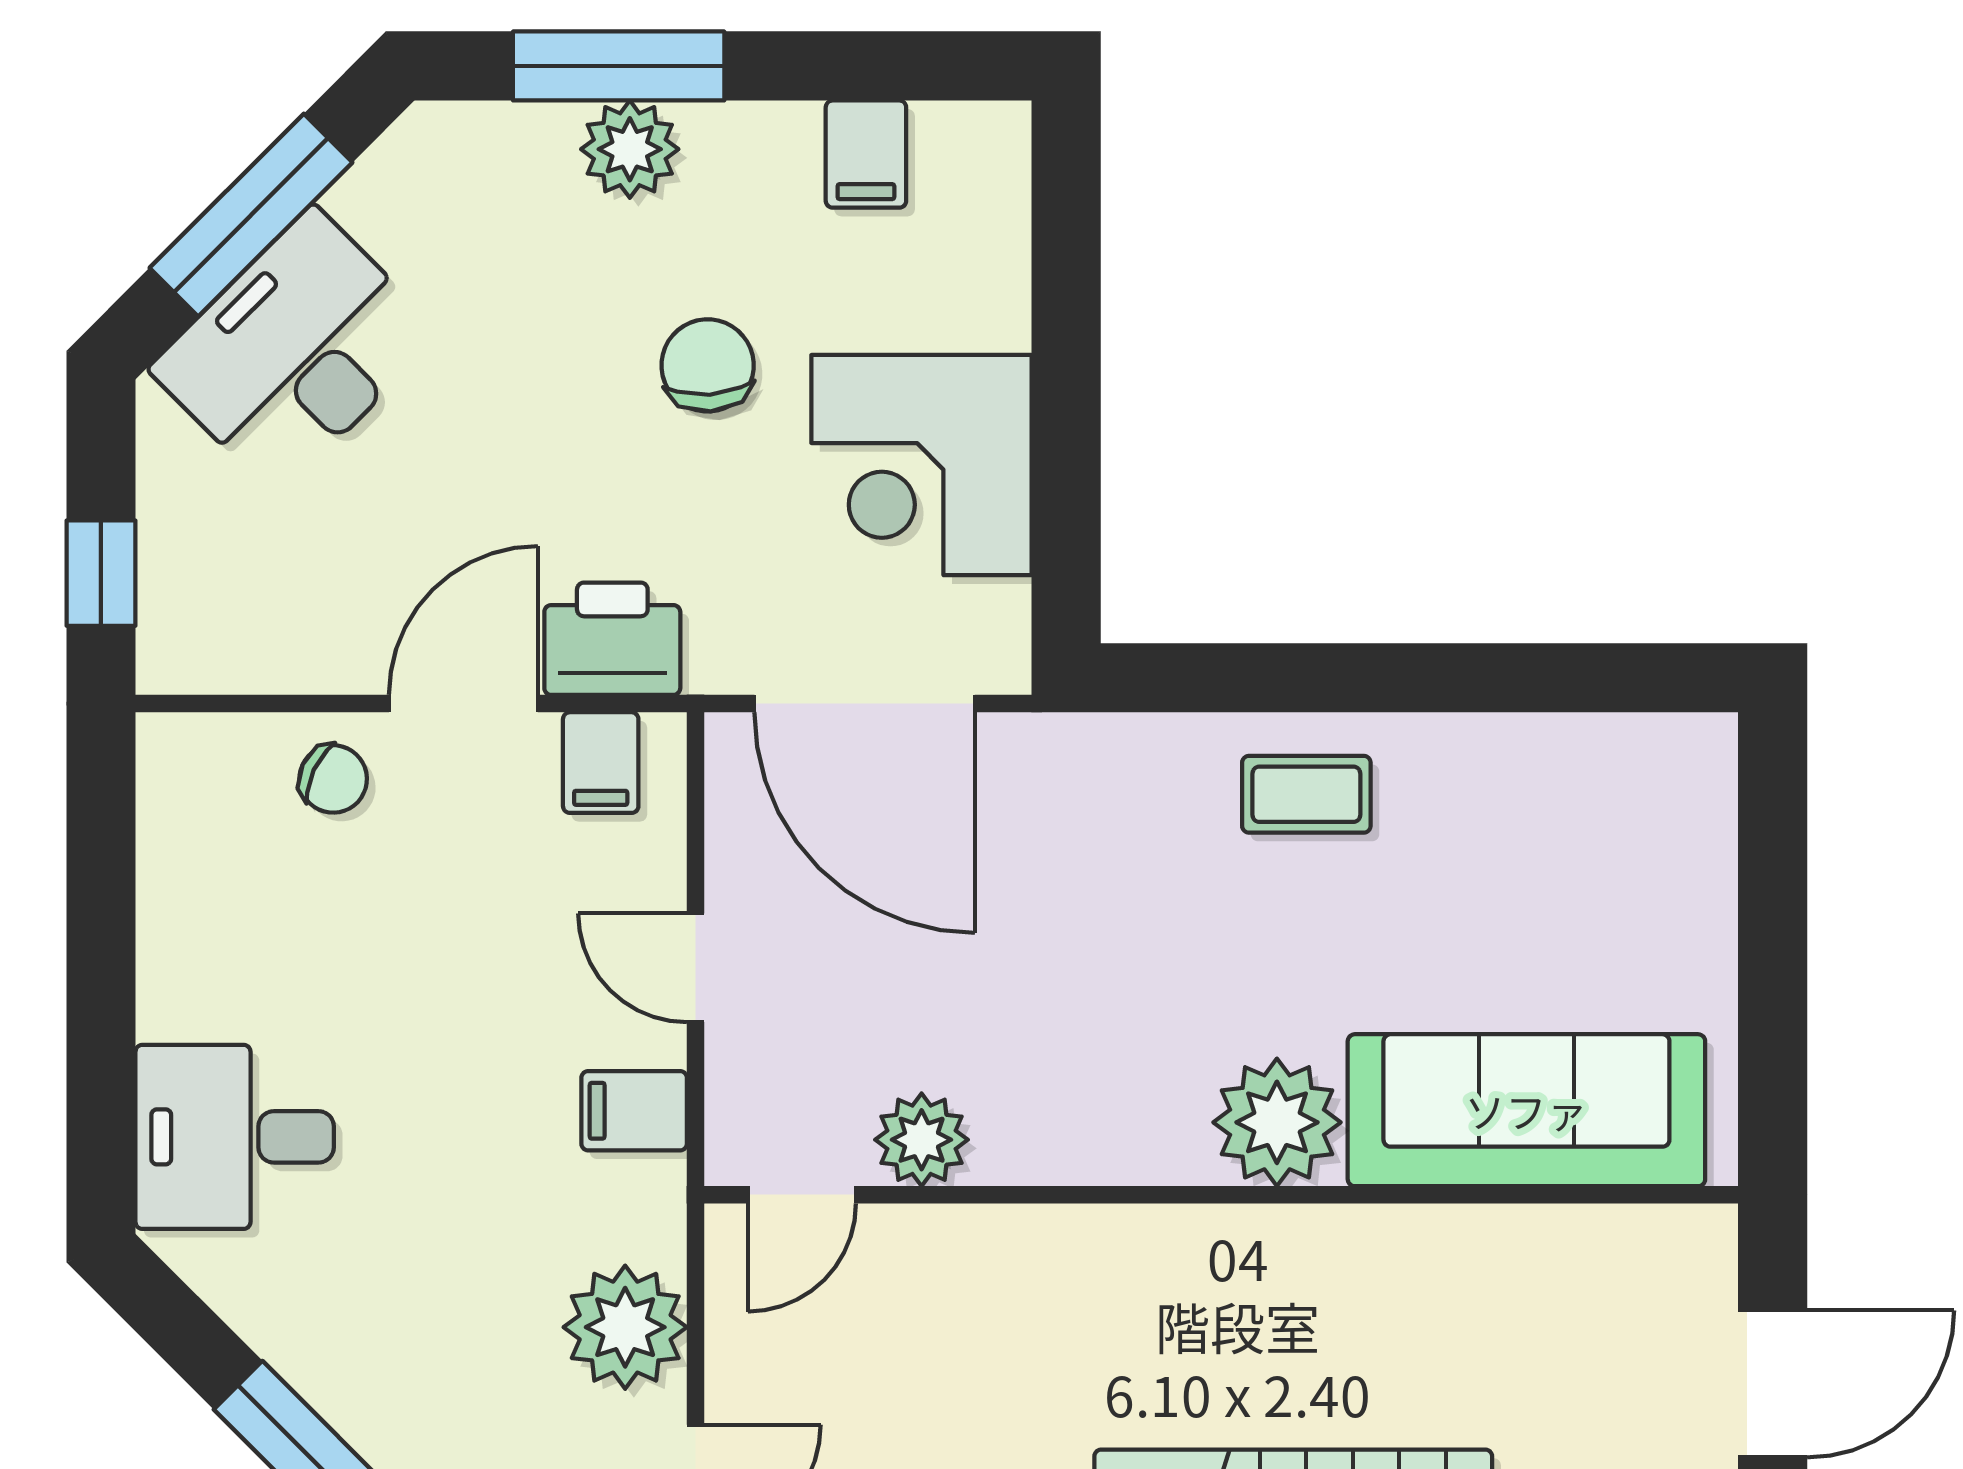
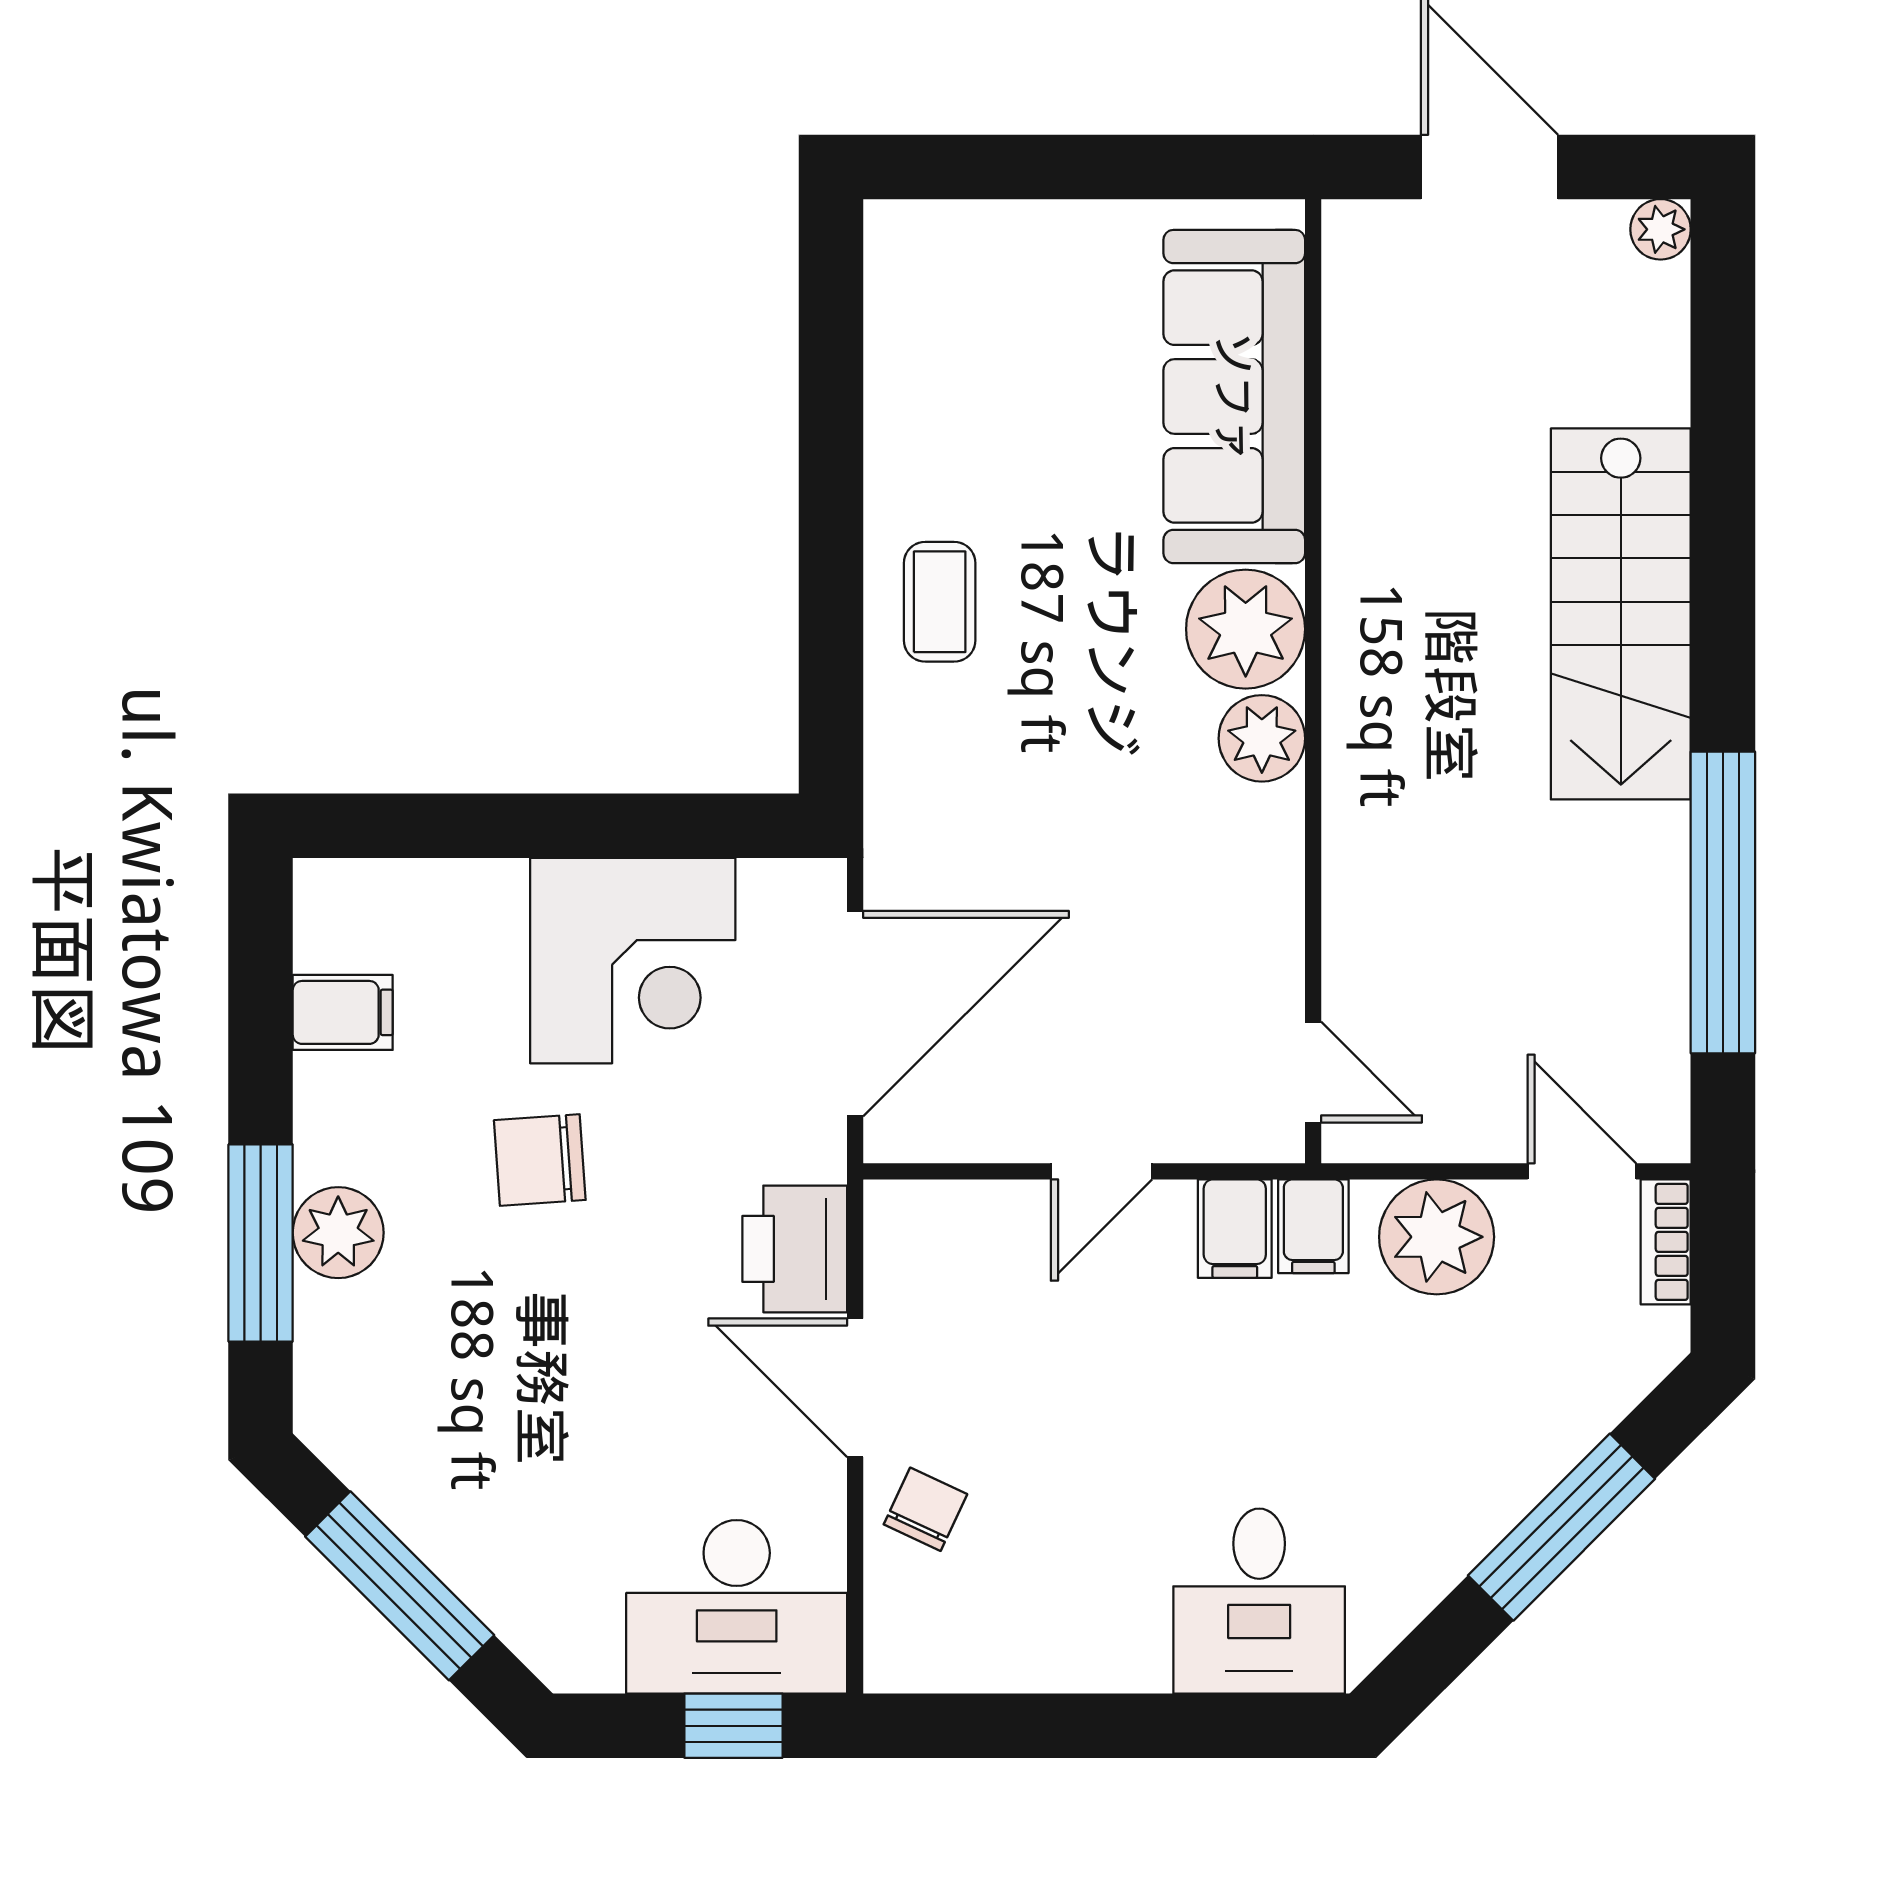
desk: (295, 351) -> (737, 1607), moved, turned -45
filing cabinet: (601, 763) -> (1313, 1226), moved, turned 90
plant: (922, 1140) -> (1262, 738), moved

